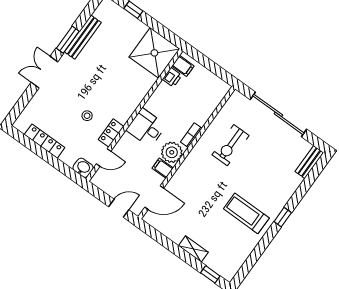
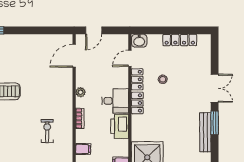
printer: (172, 77) -> (120, 126), moved, width x1.87, depth x1.48
locker: (127, 111) -> (137, 103), added
exercise bike: (231, 145) -> (47, 131), width x0.73, depth x0.72
plant: (172, 152) -> (81, 92), width x0.53, depth x0.53
filing cabinet: (163, 168) -> (83, 149), moved
shelving: (193, 249) -> (21, 40), removed

